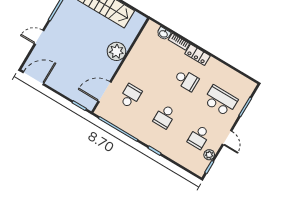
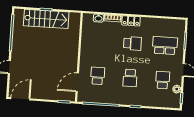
plant: (116, 51) -> (71, 48), removed
school desk: (199, 137) -> (163, 80), turned 180

